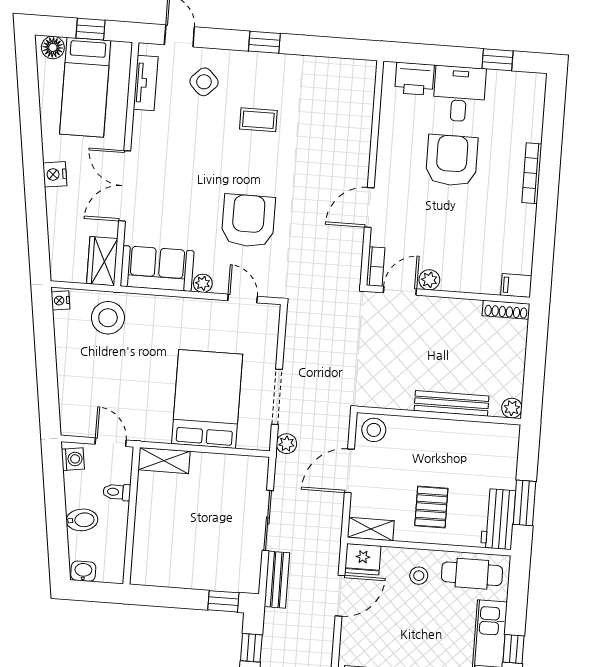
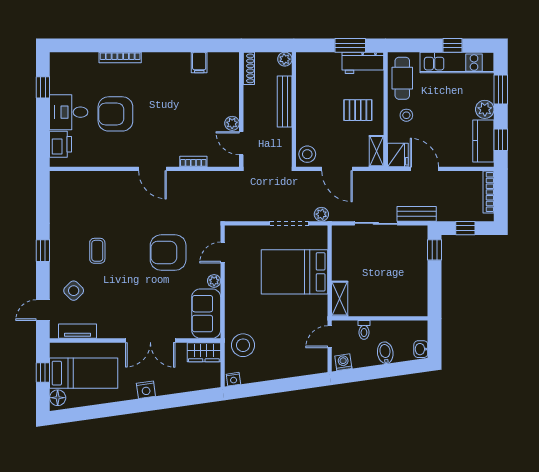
plant: (429, 280) -> (232, 123), moved
door: (400, 291) -> (241, 143), moved
wall: (448, 294) -> (241, 110), moved
shoe rack: (506, 310) -> (249, 68), moved

